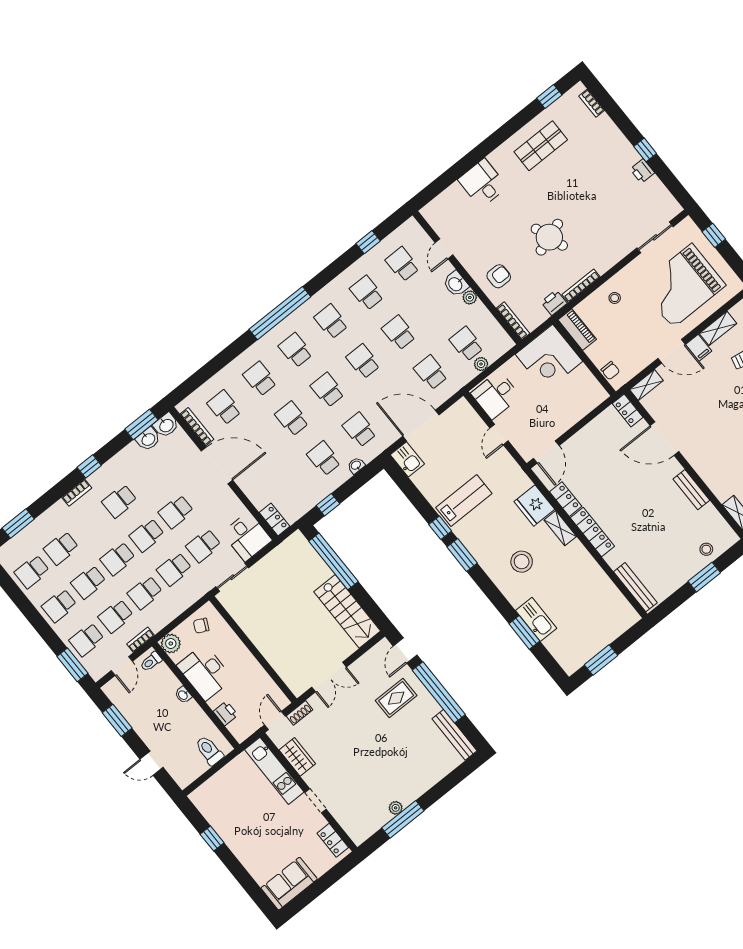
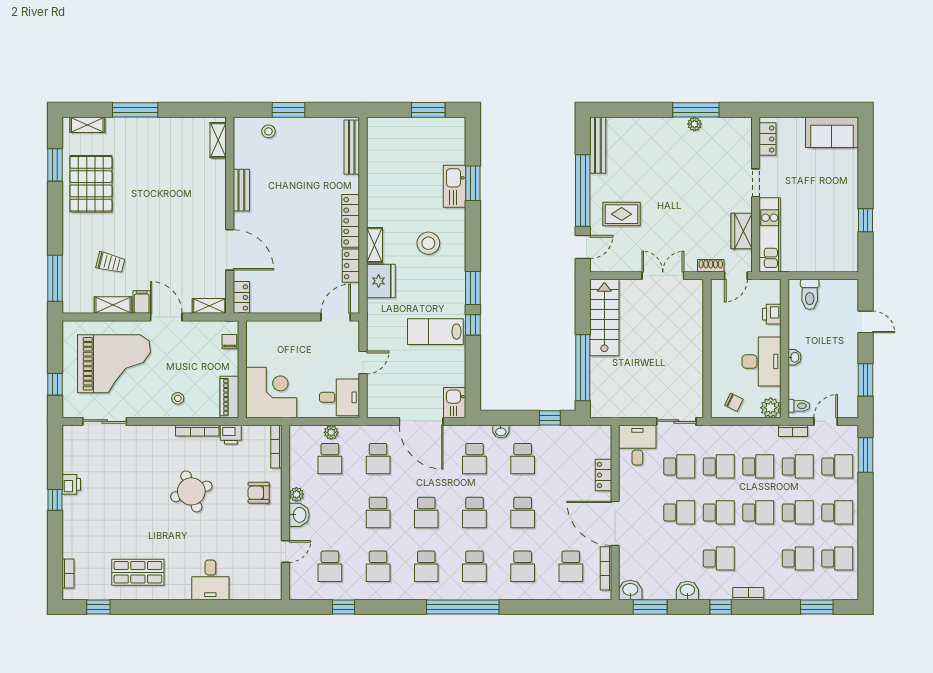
washbasin: (148, 439) -> (687, 591), moved
locker: (275, 519) -> (603, 475), moved

